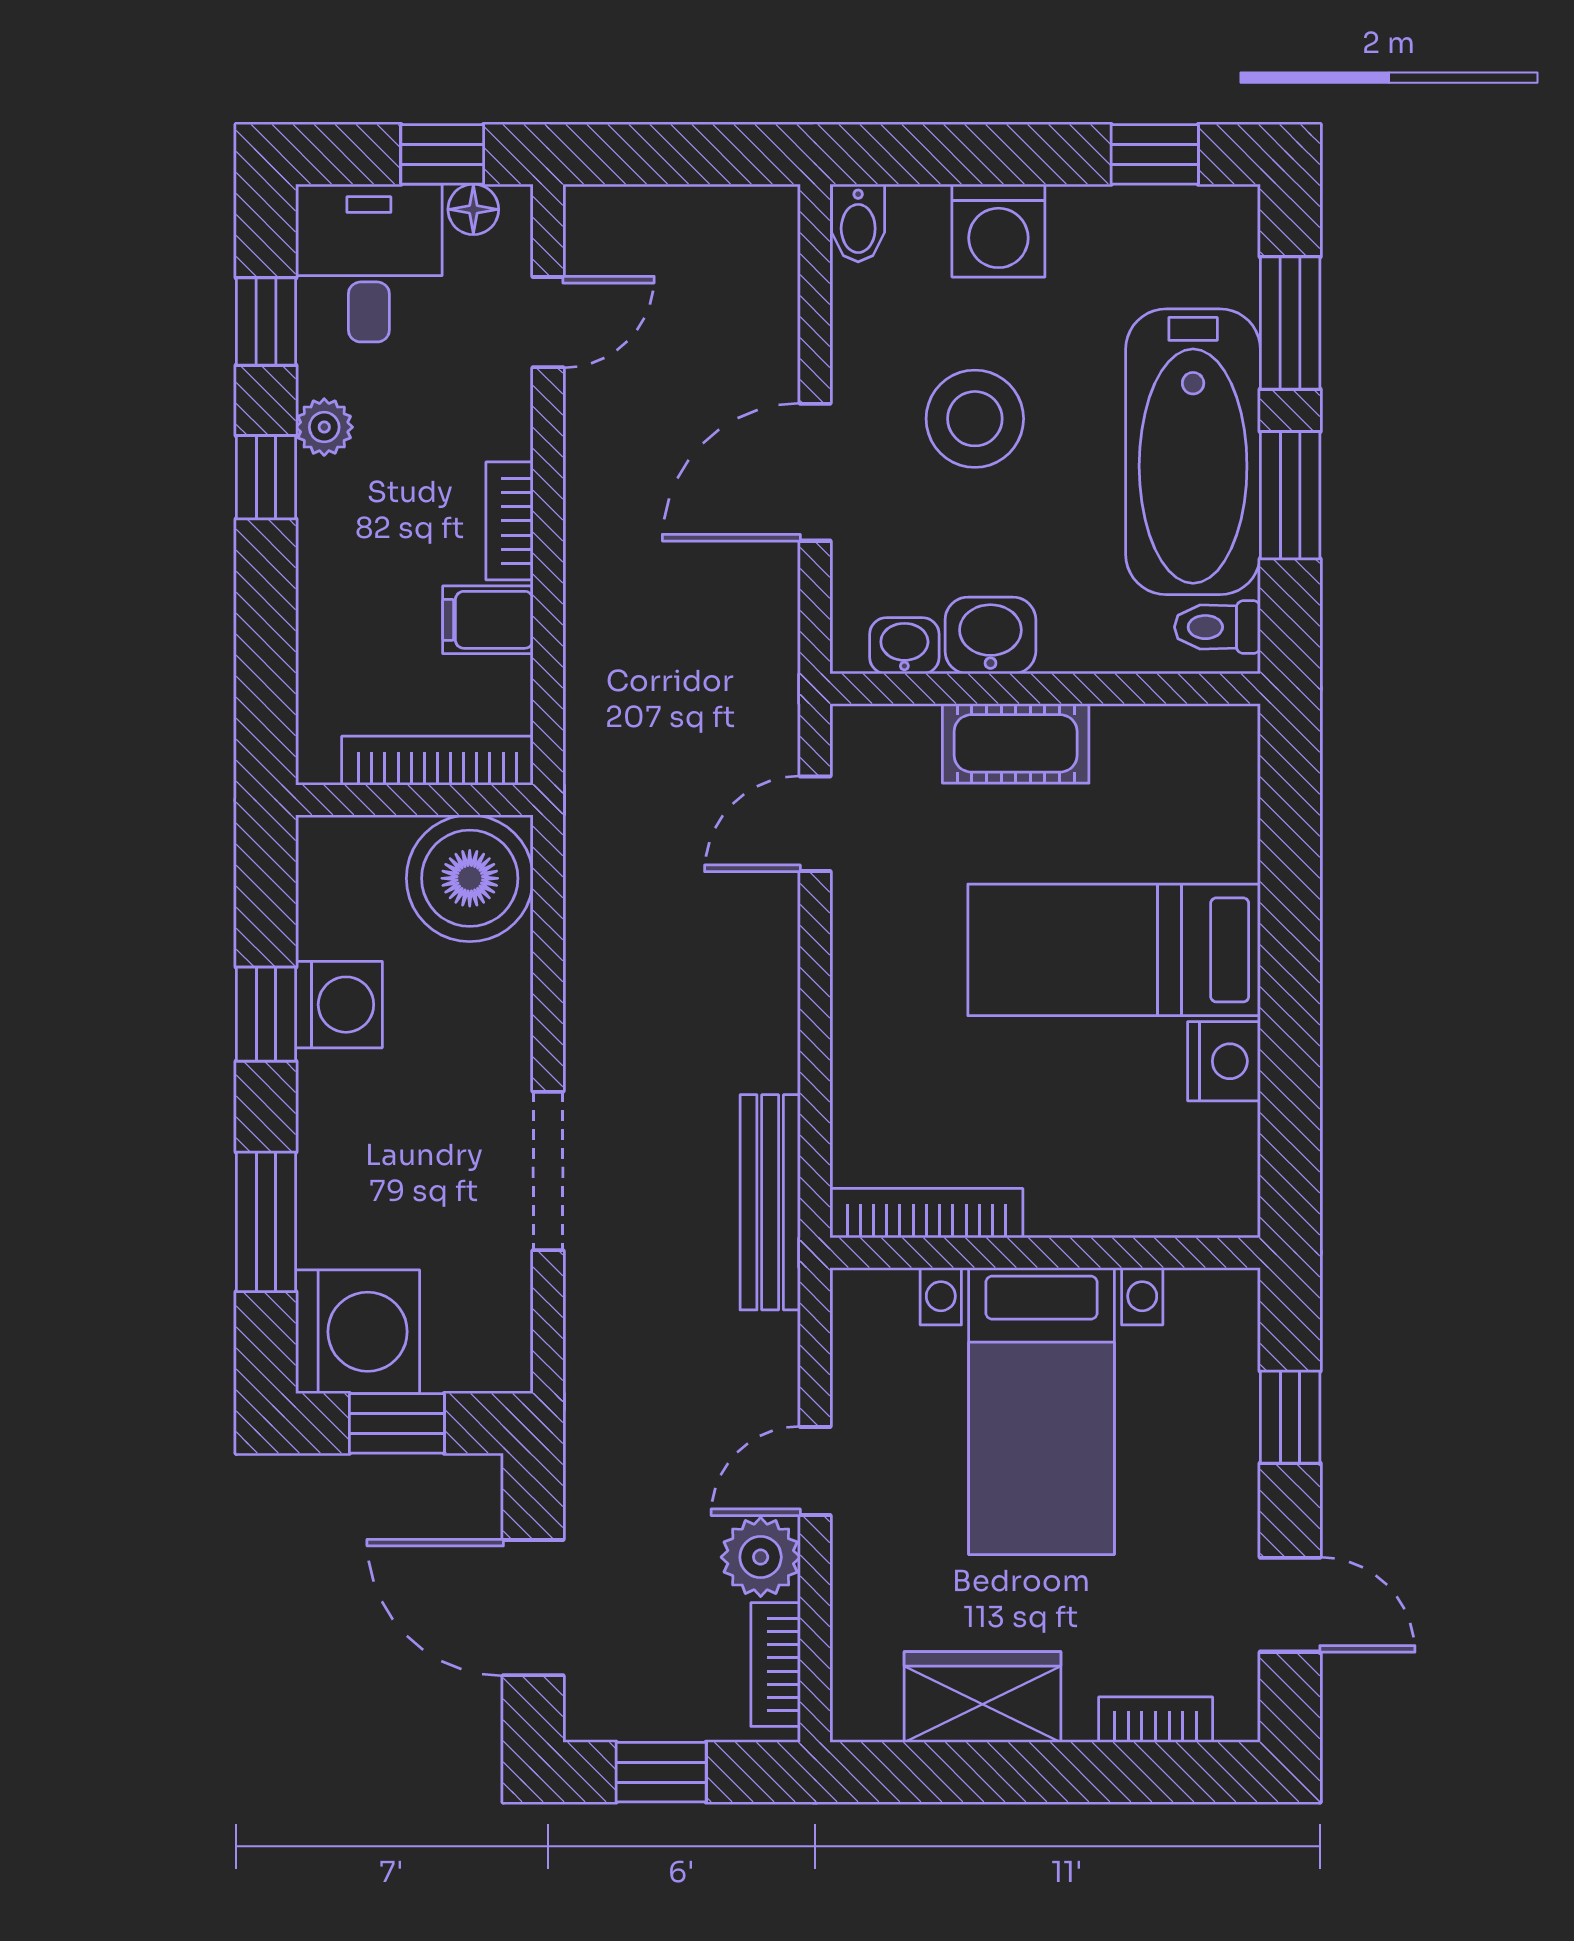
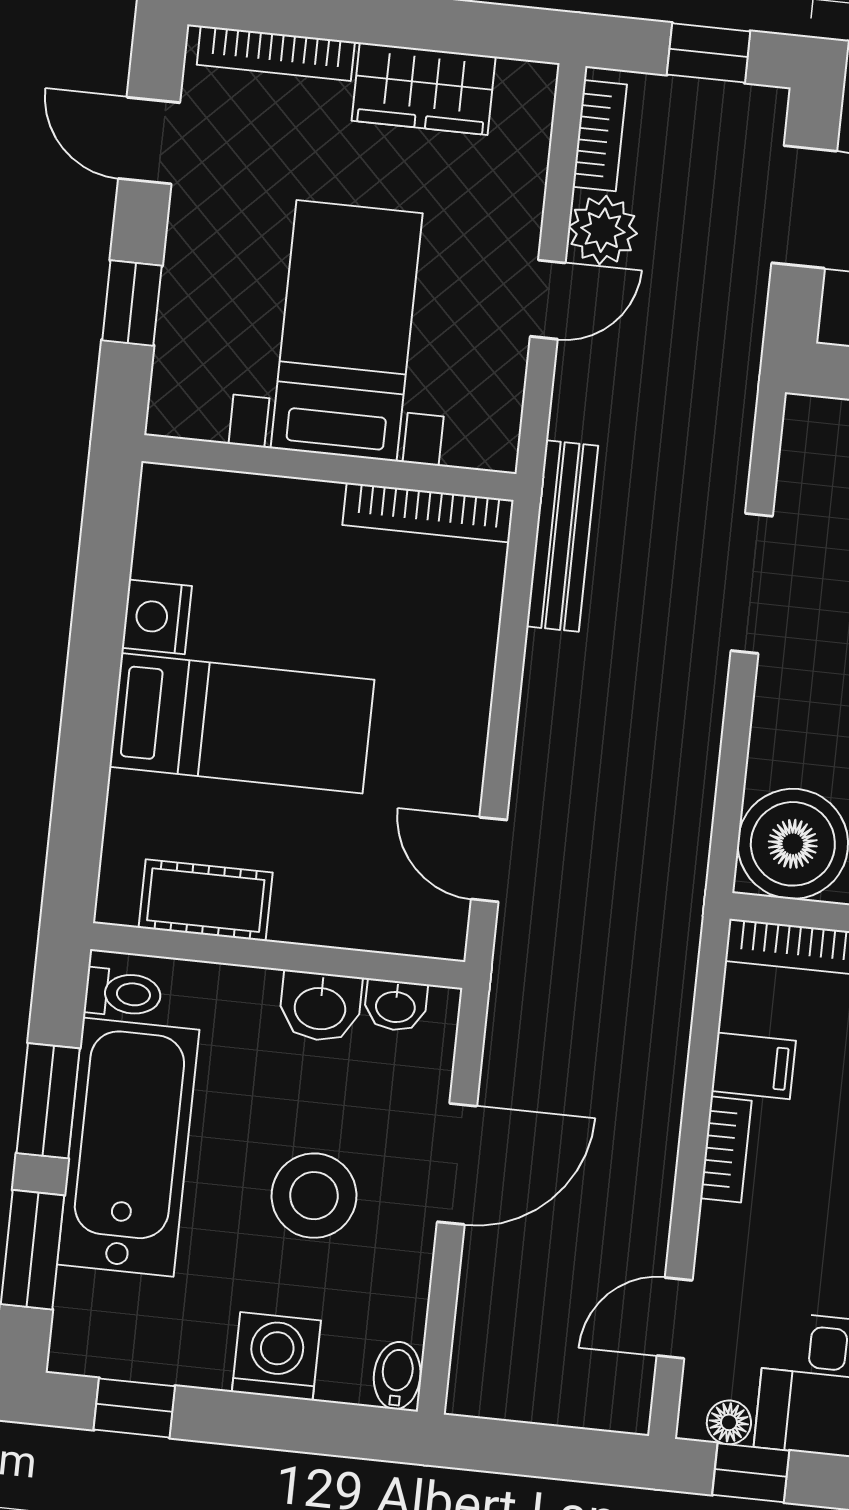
cot: (1016, 743) -> (206, 900), moved
door: (815, 824) -> (489, 860), swing flipped
bookcase: (1156, 1720) -> (276, 53), width x1.56

